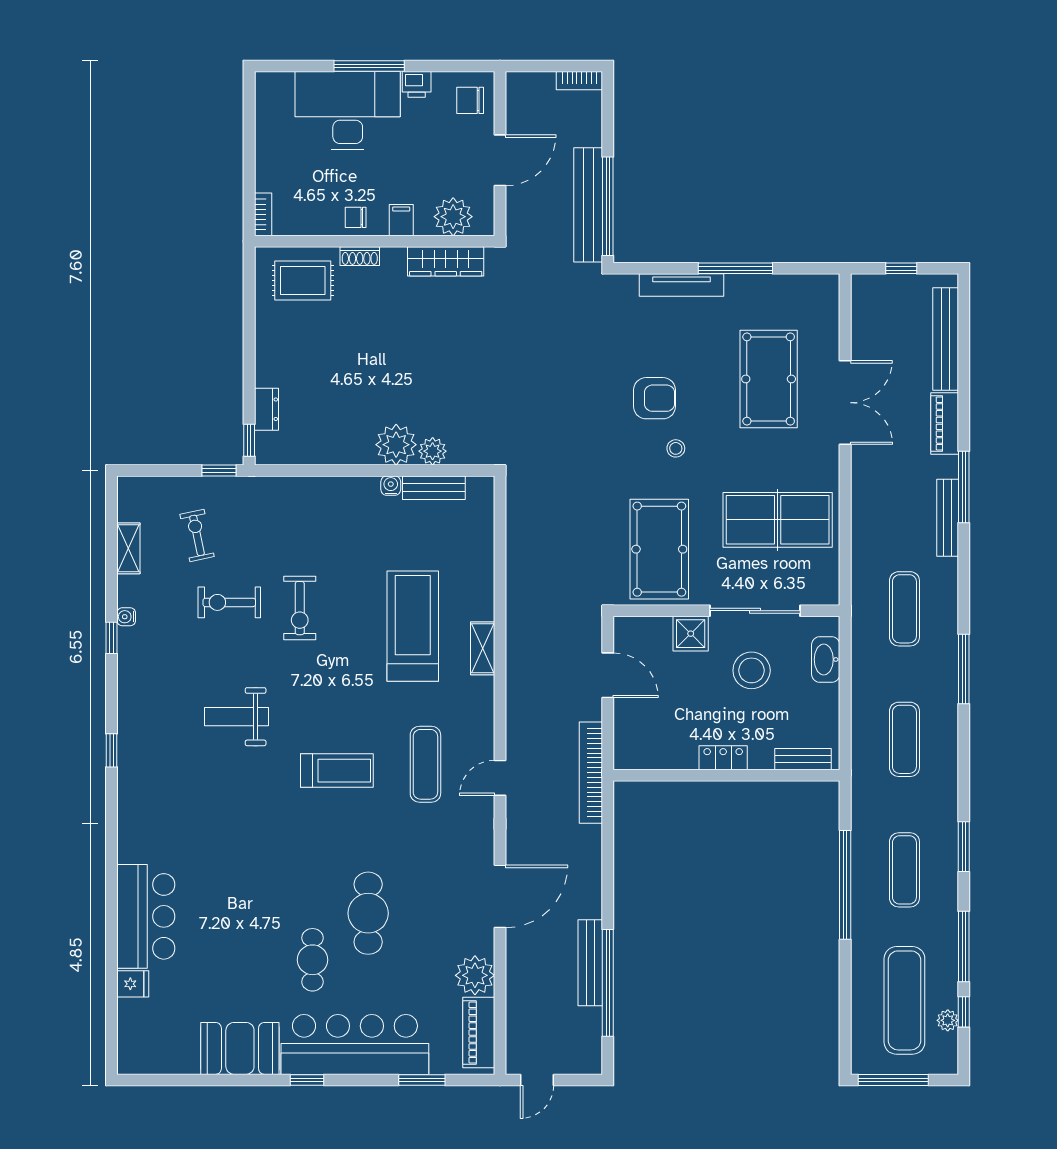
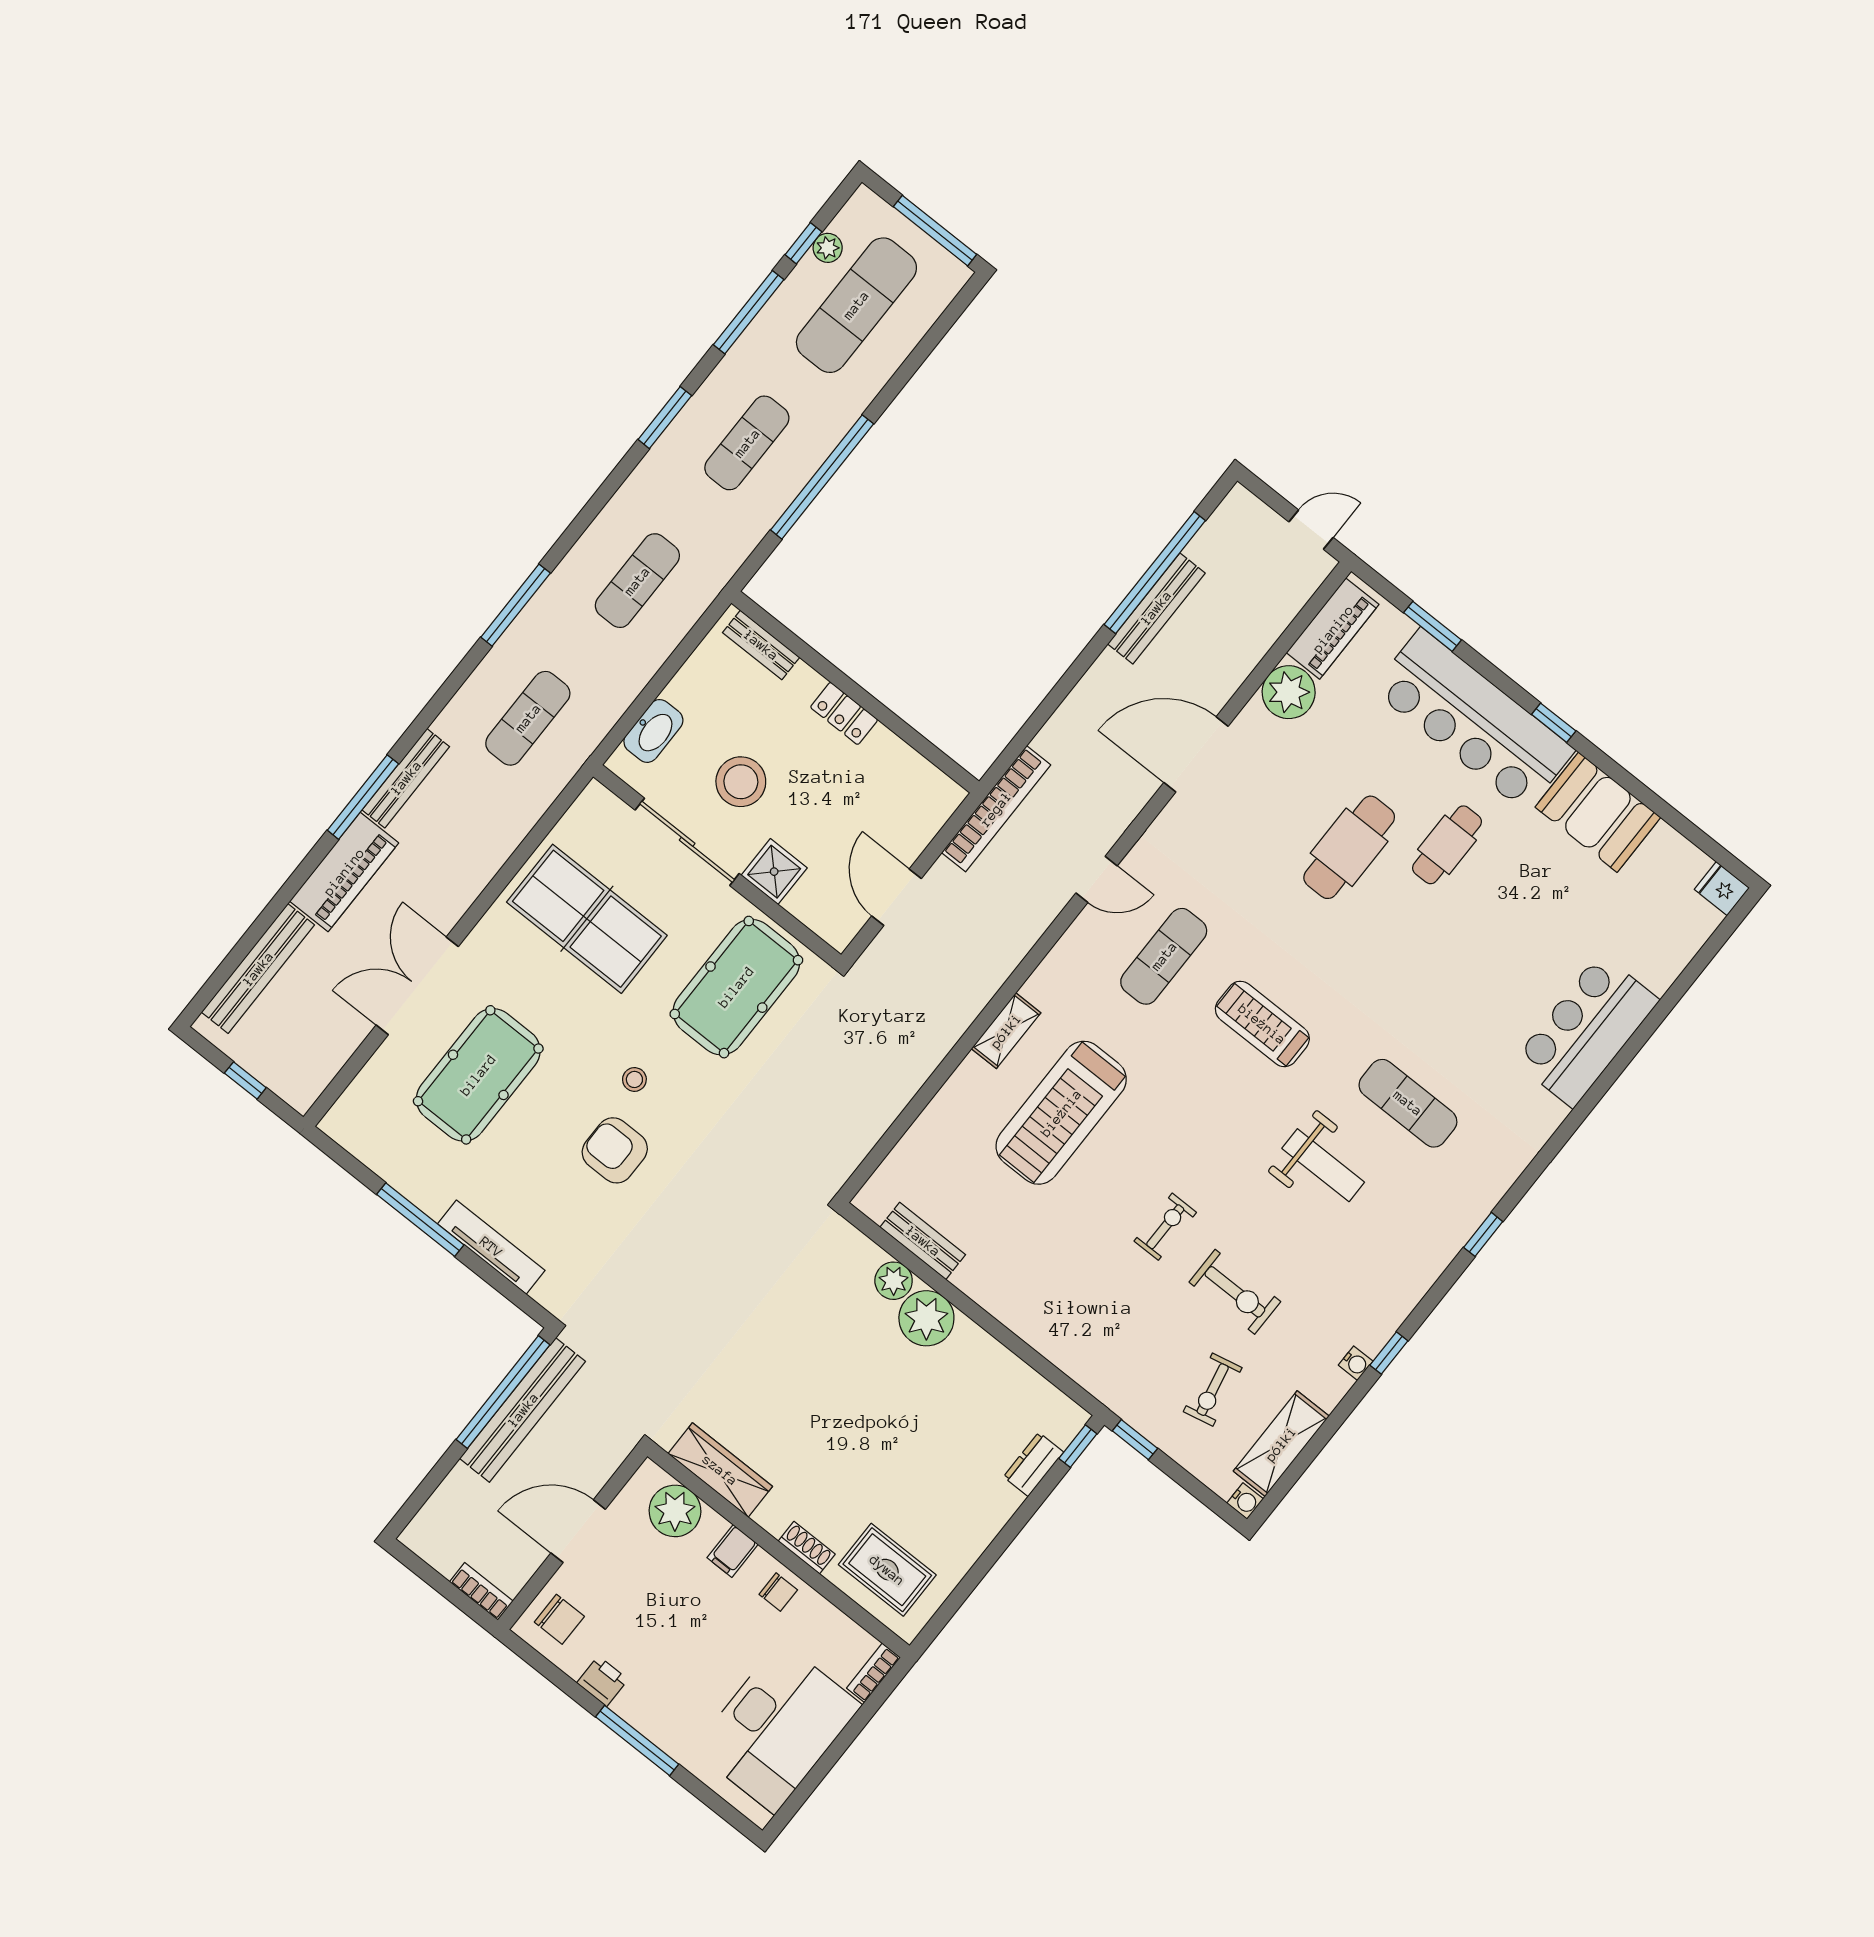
bookcase: (579, 81) -> (481, 1591), moved
desk: (348, 111) -> (777, 1727), moved, turned -90
piano: (945, 423) -> (344, 872), width x1.37, depth x1.33
water cooler: (391, 486) -> (1245, 1501), moved, turned -90
shelving: (128, 548) -> (1281, 1444), width x1.50, depth x1.33
exercise bike: (300, 608) -> (1165, 1227), width x0.73, depth x0.72
exercise mat: (216, 792) -> (1408, 1103), added
fridge: (133, 984) -> (1722, 889), moved

